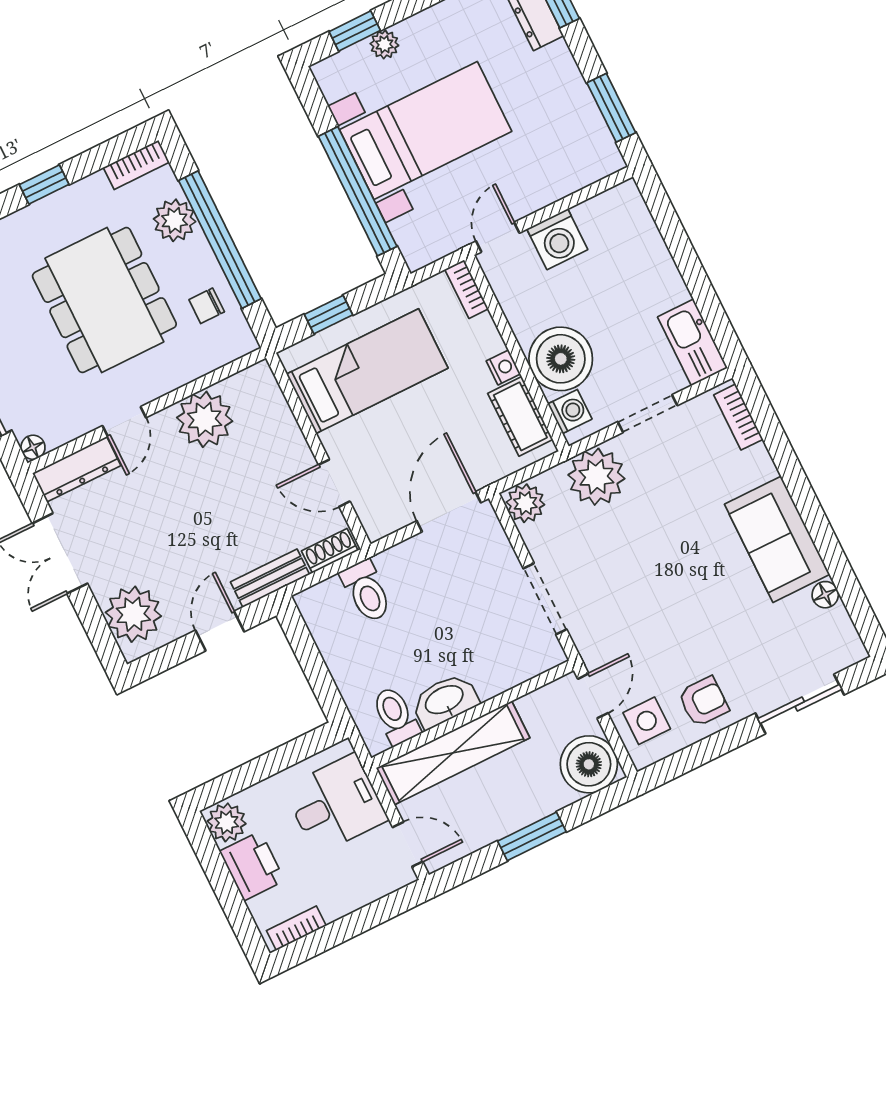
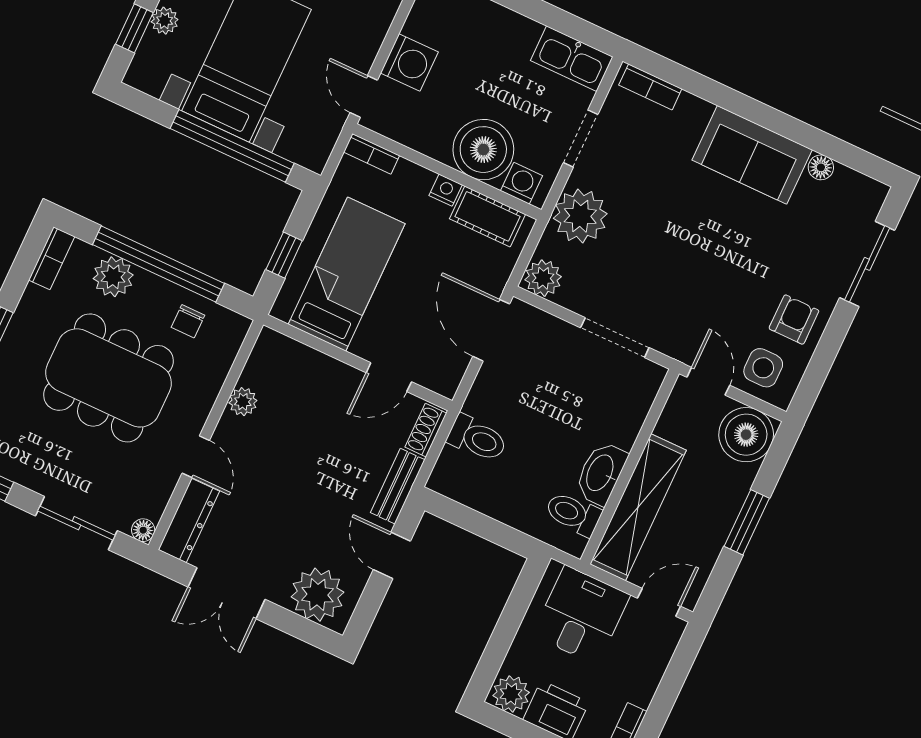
plant: (205, 419) -> (243, 402), width x0.53, depth x0.53

